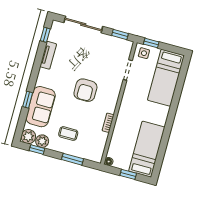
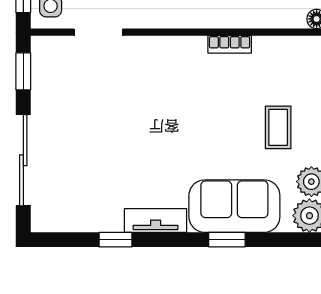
window: (45, 35) -> (116, 240), moved
tv unit: (48, 55) -> (156, 221), moved
armchair: (85, 90) -> (170, 115), removed

